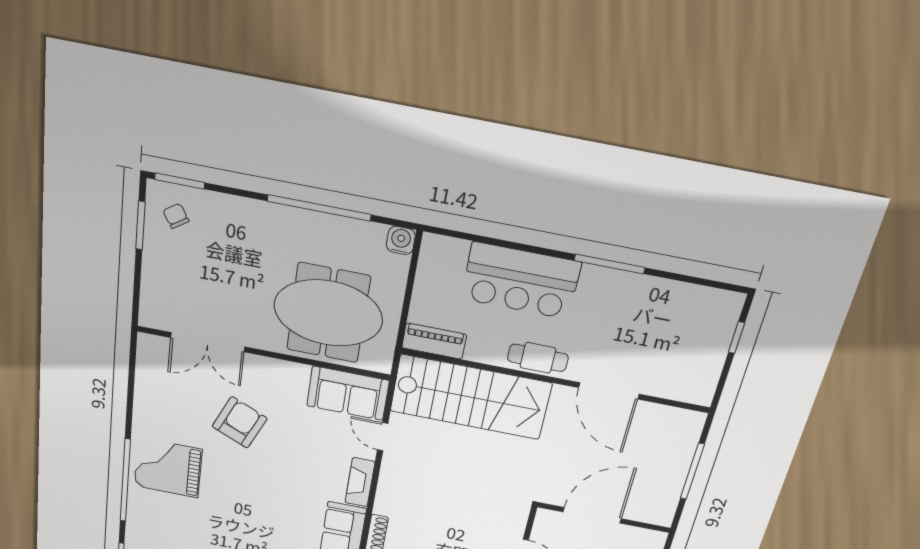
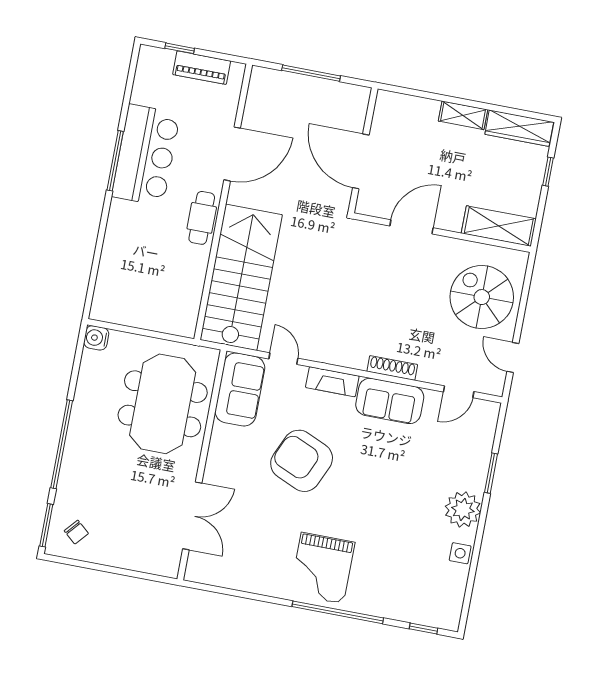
window: (319, 208) -> (62, 444), moved
chair: (176, 216) -> (76, 532), turned -106
window: (140, 226) -> (85, 565), removed
bar counter: (521, 281) -> (146, 155), moved
piano: (434, 341) -> (202, 68), moved, turned -90
armchair: (240, 422) -> (302, 461), moved, width x1.36, depth x1.36
door: (383, 437) -> (283, 359), swing flipped

